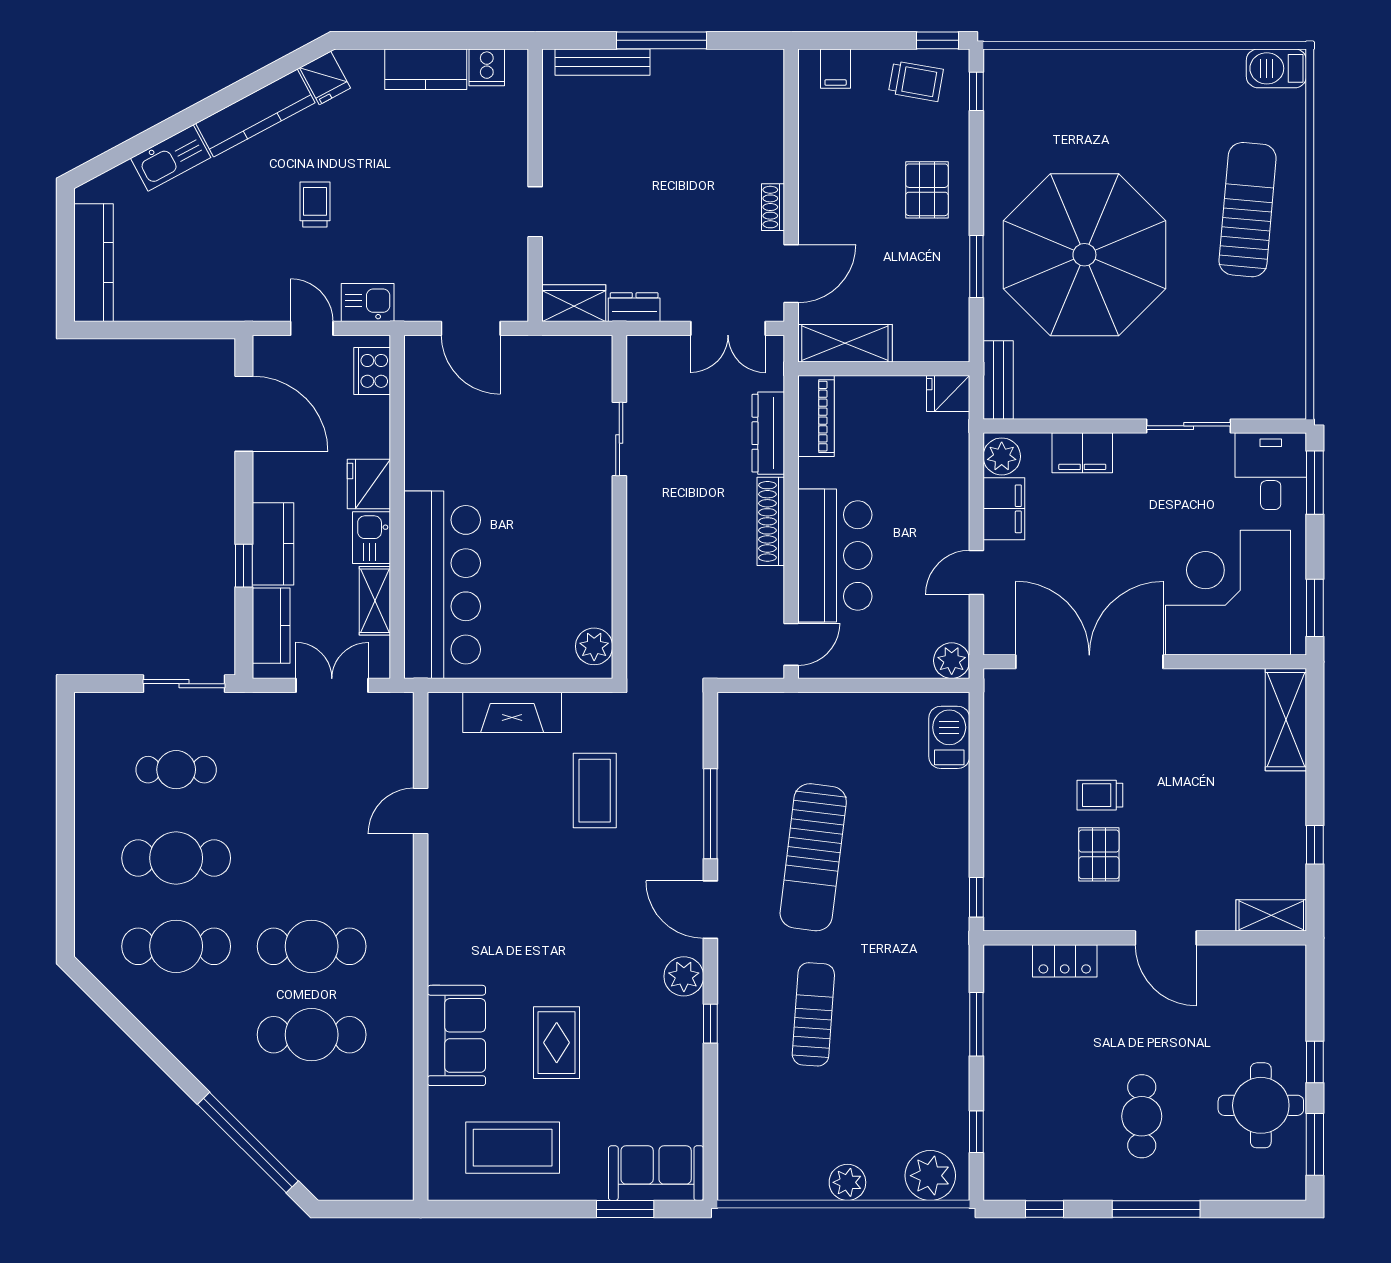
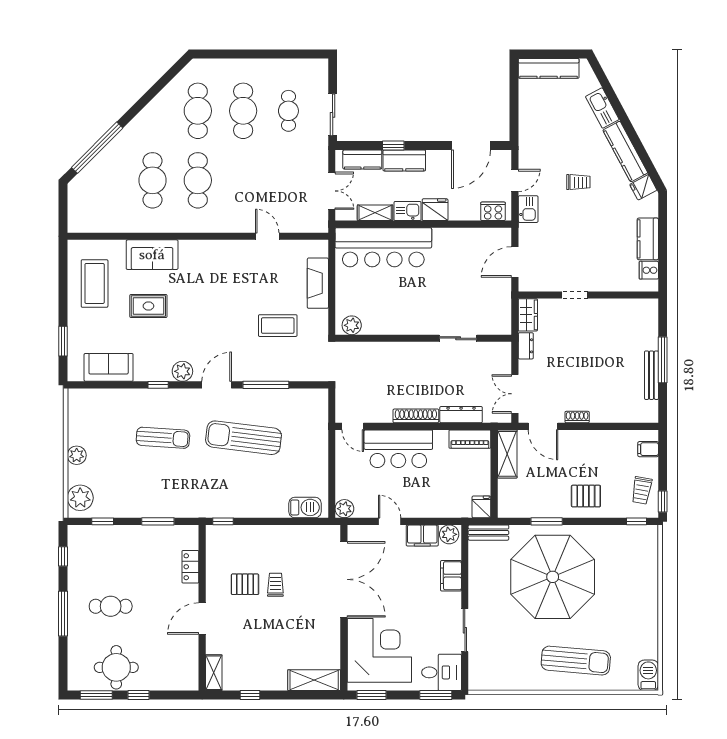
bench: (602, 62) -> (651, 375), moved
sofa: (656, 1173) -> (109, 367), moved, turned -90

